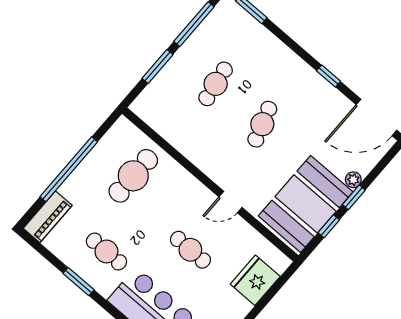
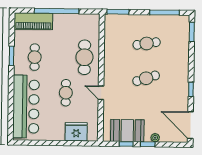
window: (157, 66) -> (118, 12), moved
cafe table: (133, 176) -> (84, 57), moved, turned 90
booth: (306, 204) -> (127, 131), width x0.73, depth x0.70
piano: (48, 217) -> (33, 21), width x1.37, depth x1.33

